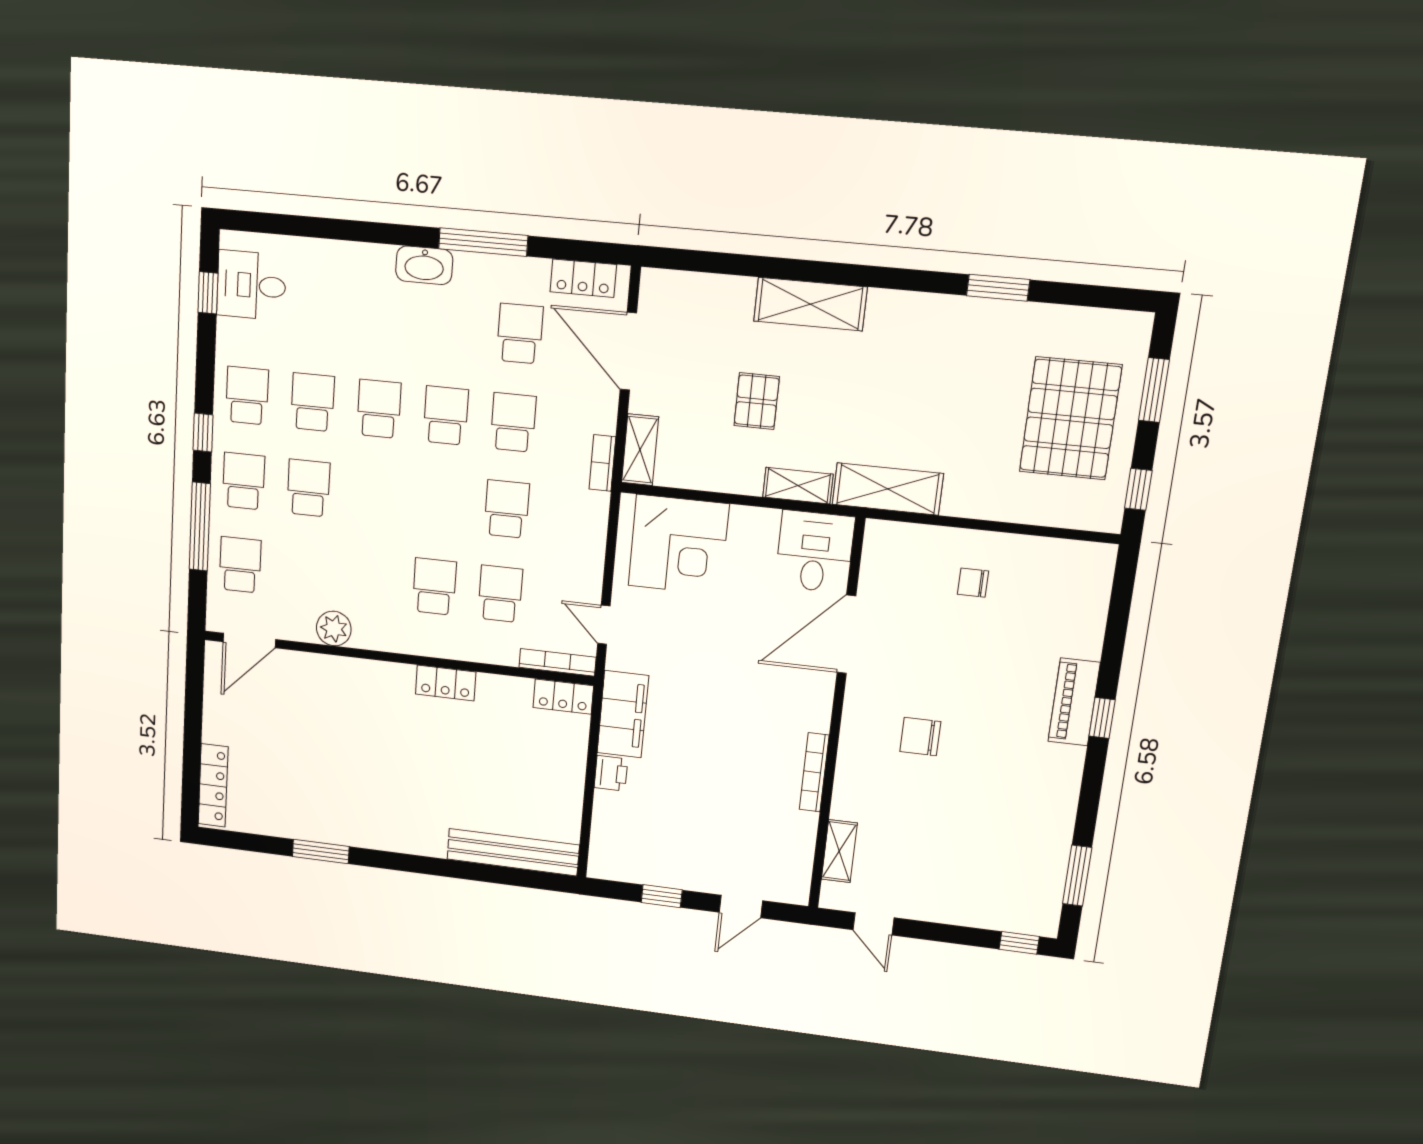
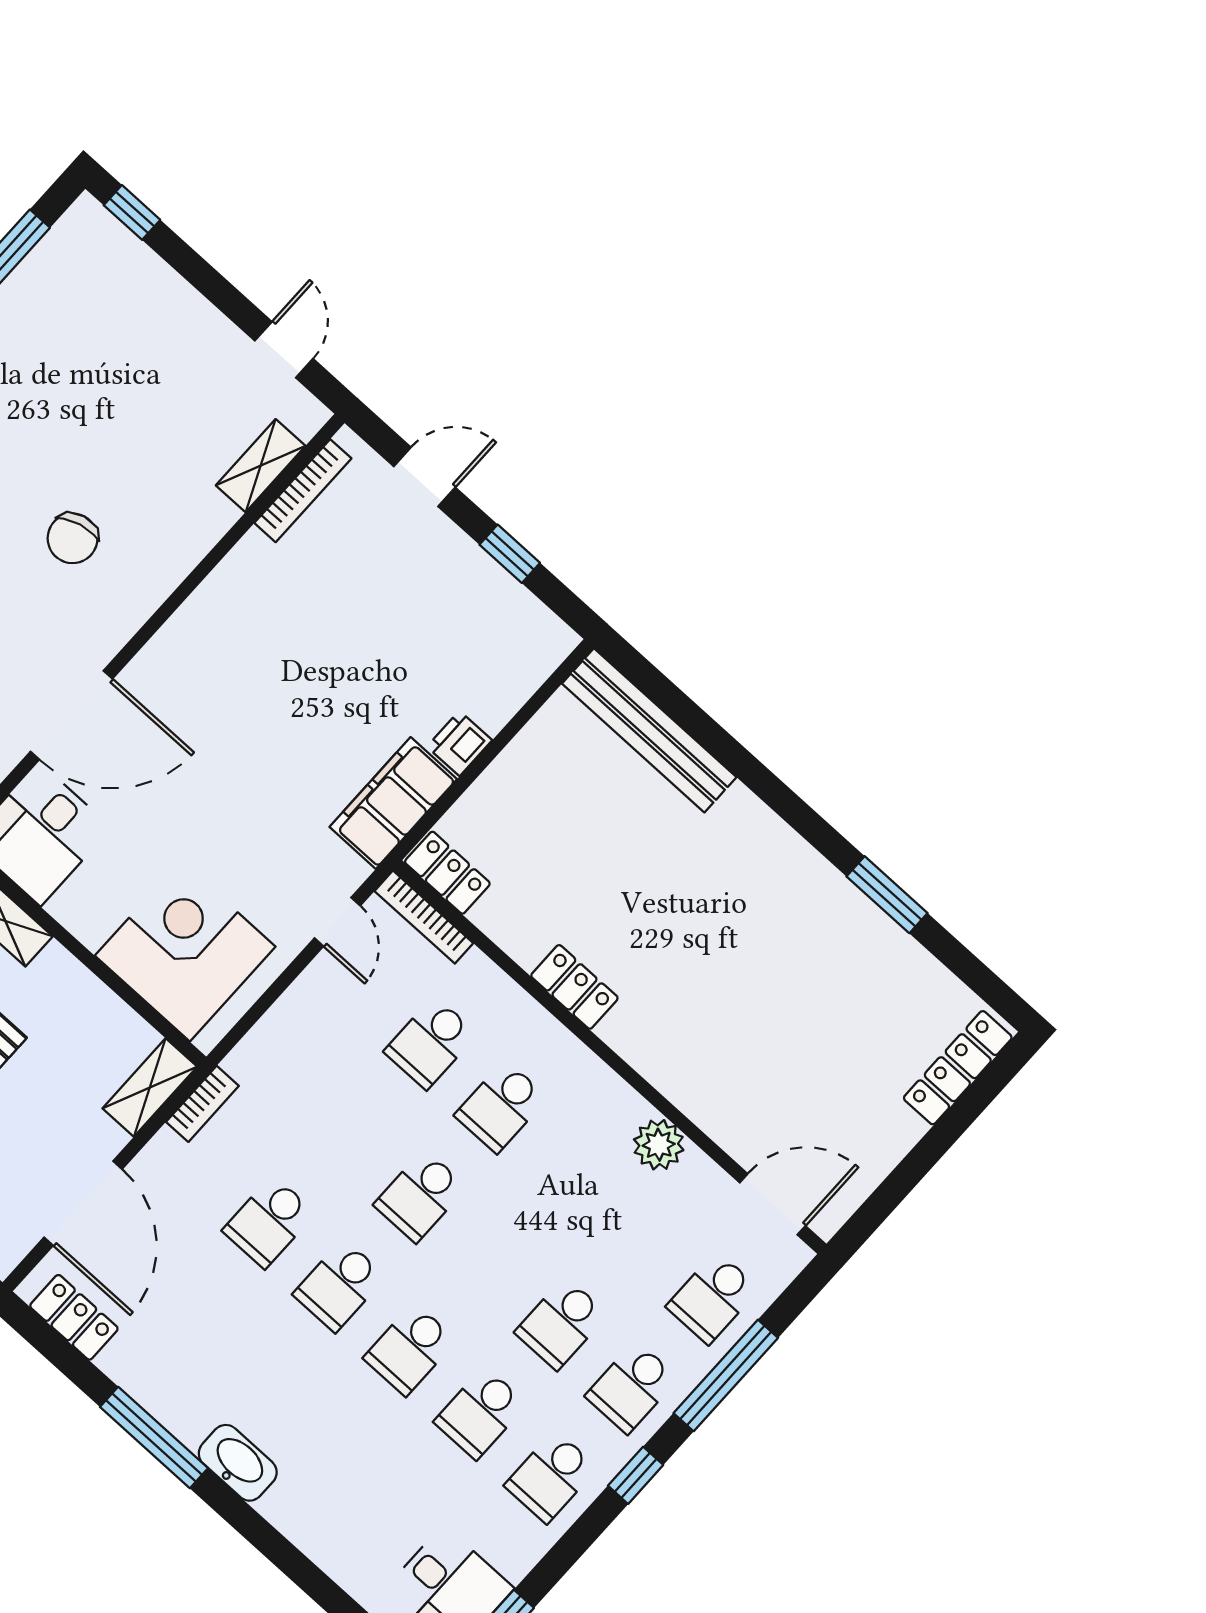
school desk: (520, 334) -> (188, 1311), removed
school desk: (507, 509) -> (420, 1196), moved
chair: (920, 737) -> (73, 538), turned 76
bookcase: (814, 772) -> (303, 491), moved

